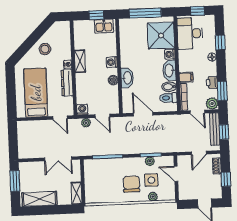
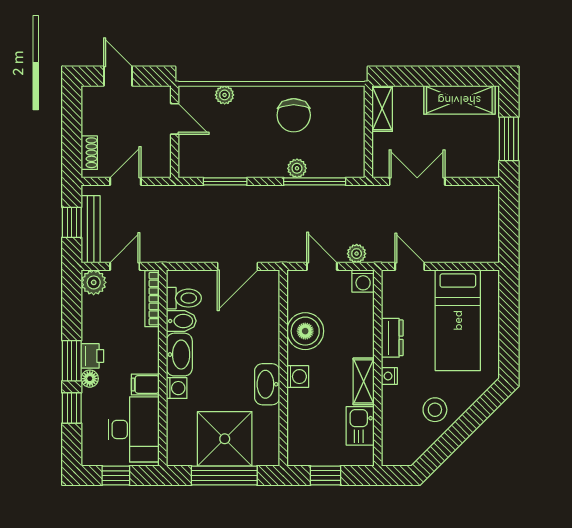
kitchen sink: (104, 26) -> (360, 426), moved, turned -90
shower: (161, 36) -> (225, 439), moved
filing cabinet: (186, 77) -> (145, 384), moved
washbasin: (127, 78) -> (267, 384), moved
boiler: (113, 80) -> (305, 331), width x1.86, depth x1.86
printer: (212, 82) -> (92, 356), moved
dresser: (67, 83) -> (392, 338), width x0.70
window: (222, 91) -> (72, 361), moved
door: (197, 112) -> (125, 266), hinge flipped
door: (143, 114) -> (238, 266), hinge flipped
plant: (150, 161) -> (297, 168), moved
door: (176, 174) -> (175, 119), moved
window: (226, 179) -> (72, 125), removed
side table: (151, 180) -> (226, 129), removed
chair: (131, 184) -> (294, 115), moved

